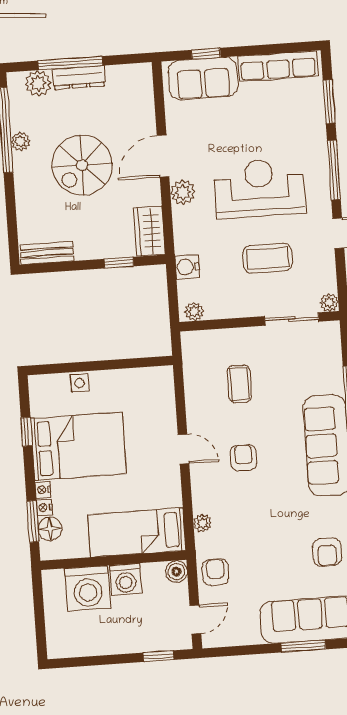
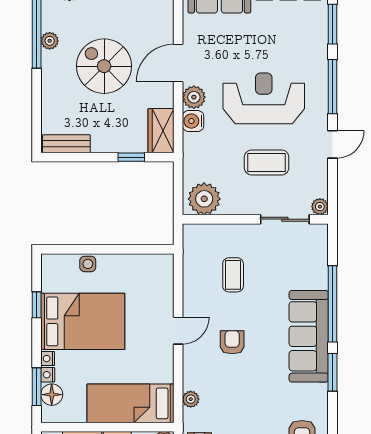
spiral stairs: (82, 165) -> (104, 66), turned 90
water cooler: (187, 267) -> (193, 121), moved
plant: (194, 312) -> (204, 199), width x1.87, depth x1.87
door: (184, 449) -> (178, 331), hinge flipped

